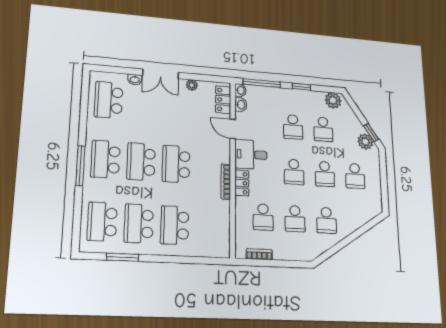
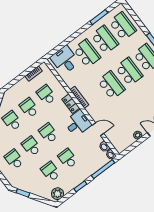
locker: (223, 100) -> (116, 141), removed
plant: (365, 142) -> (22, 185), removed
desk: (208, 239) -> (65, 60), added

